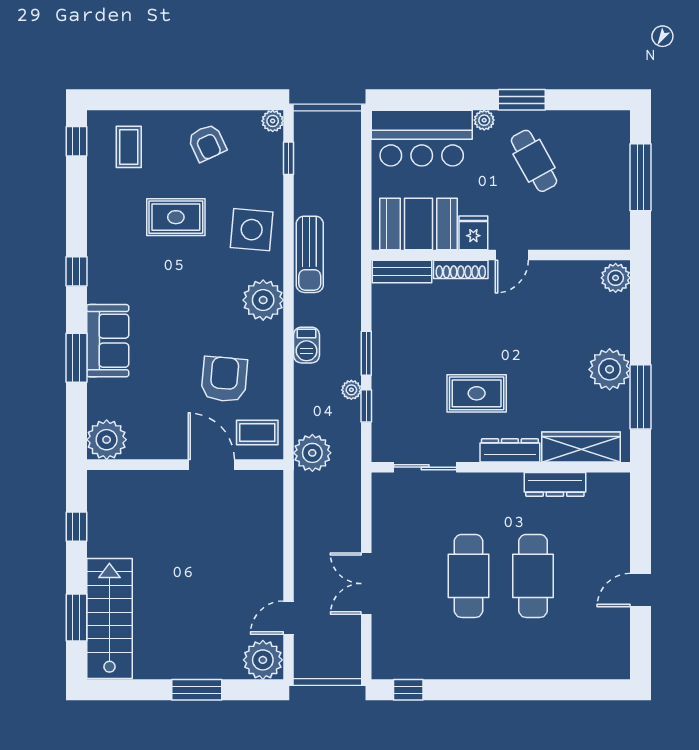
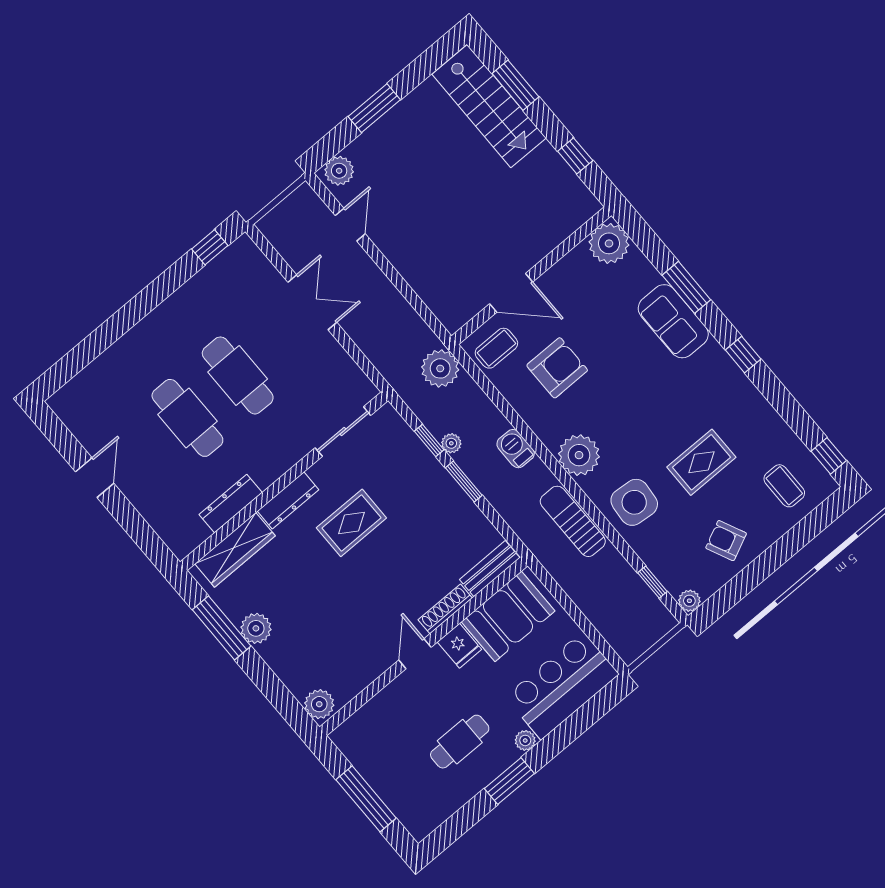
cafe table: (534, 161) -> (460, 742), turned -61
plant: (610, 369) -> (256, 628), width x0.73, depth x0.73
armchair: (224, 379) -> (557, 368), turned -95
plant: (263, 660) -> (339, 171), width x0.73, depth x0.73

